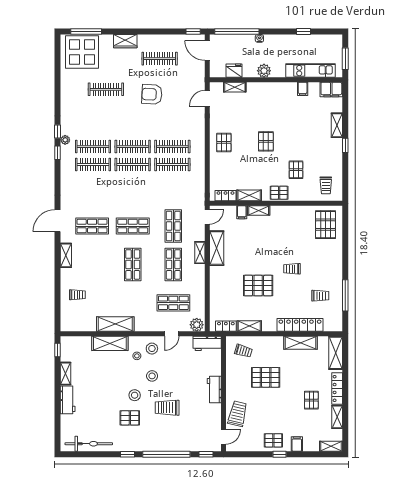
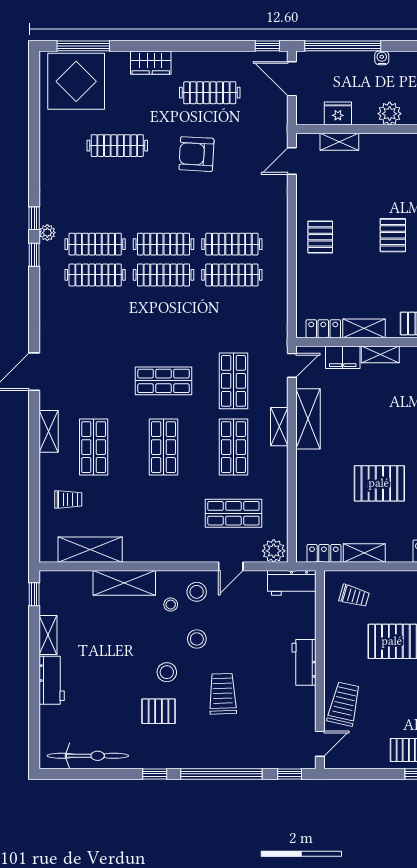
filing cabinet: (242, 212) -> (343, 357), width x2.00
shop shelf: (92, 226) -> (94, 447), moved, turned 90
shelving: (115, 324) -> (90, 550), moved
trolley: (167, 408) -> (223, 694), turned 88

